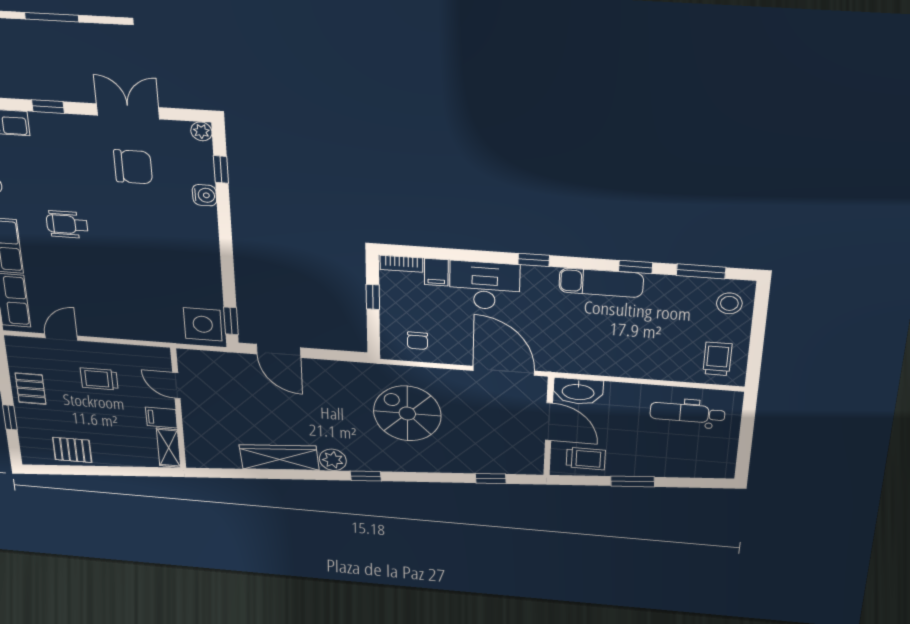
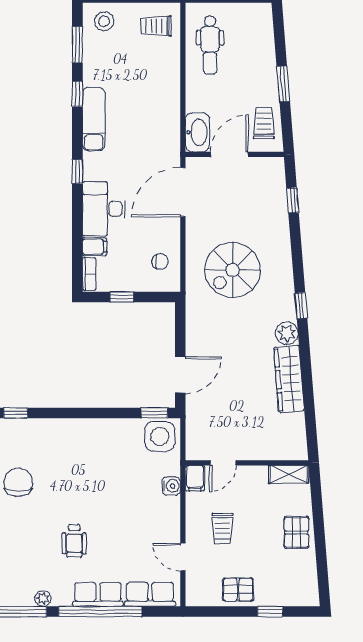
water cooler: (204, 195) -> (171, 486), moved, turned 90
filing cabinet: (161, 418) -> (195, 478), moved
pallet: (72, 450) -> (297, 532), moved

